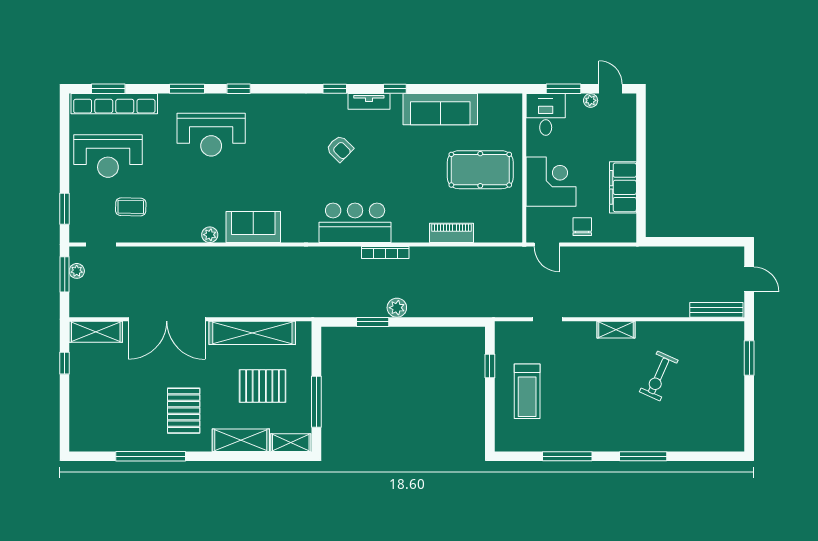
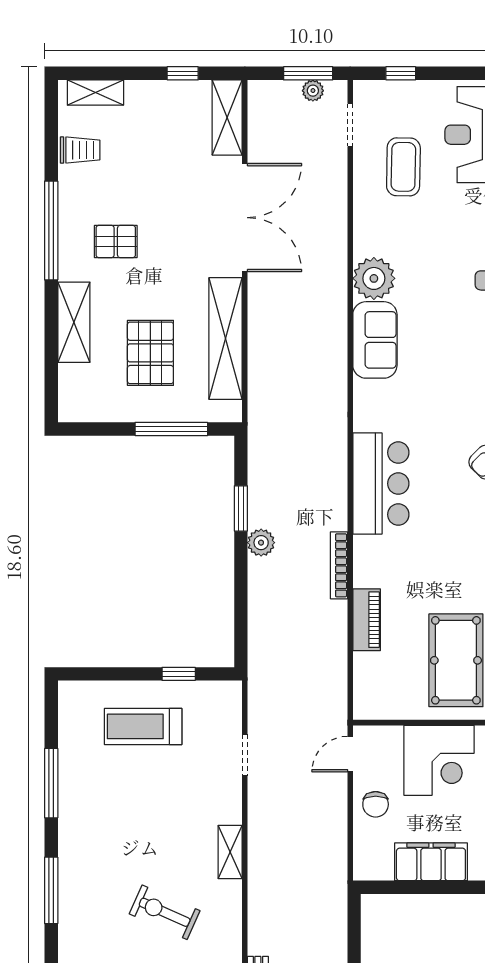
coffee table: (131, 207) -> (403, 167), width x1.36, depth x1.30
window: (65, 209) -> (401, 73), width x0.67
chair: (582, 227) -> (376, 804), turned 90
plant: (210, 235) -> (374, 278), width x1.88, depth x1.88
bookcase: (385, 252) -> (339, 565), moved
double door: (167, 319) -> (245, 218), swing flipped
window: (316, 402) -> (171, 429), moved
pallet: (184, 411) -> (116, 242), width x0.67, depth x0.71
trolley: (119, 436) -> (80, 150), added
shelving: (291, 443) -> (95, 93), moved, turned 90
window: (151, 456) -> (51, 231), moved

